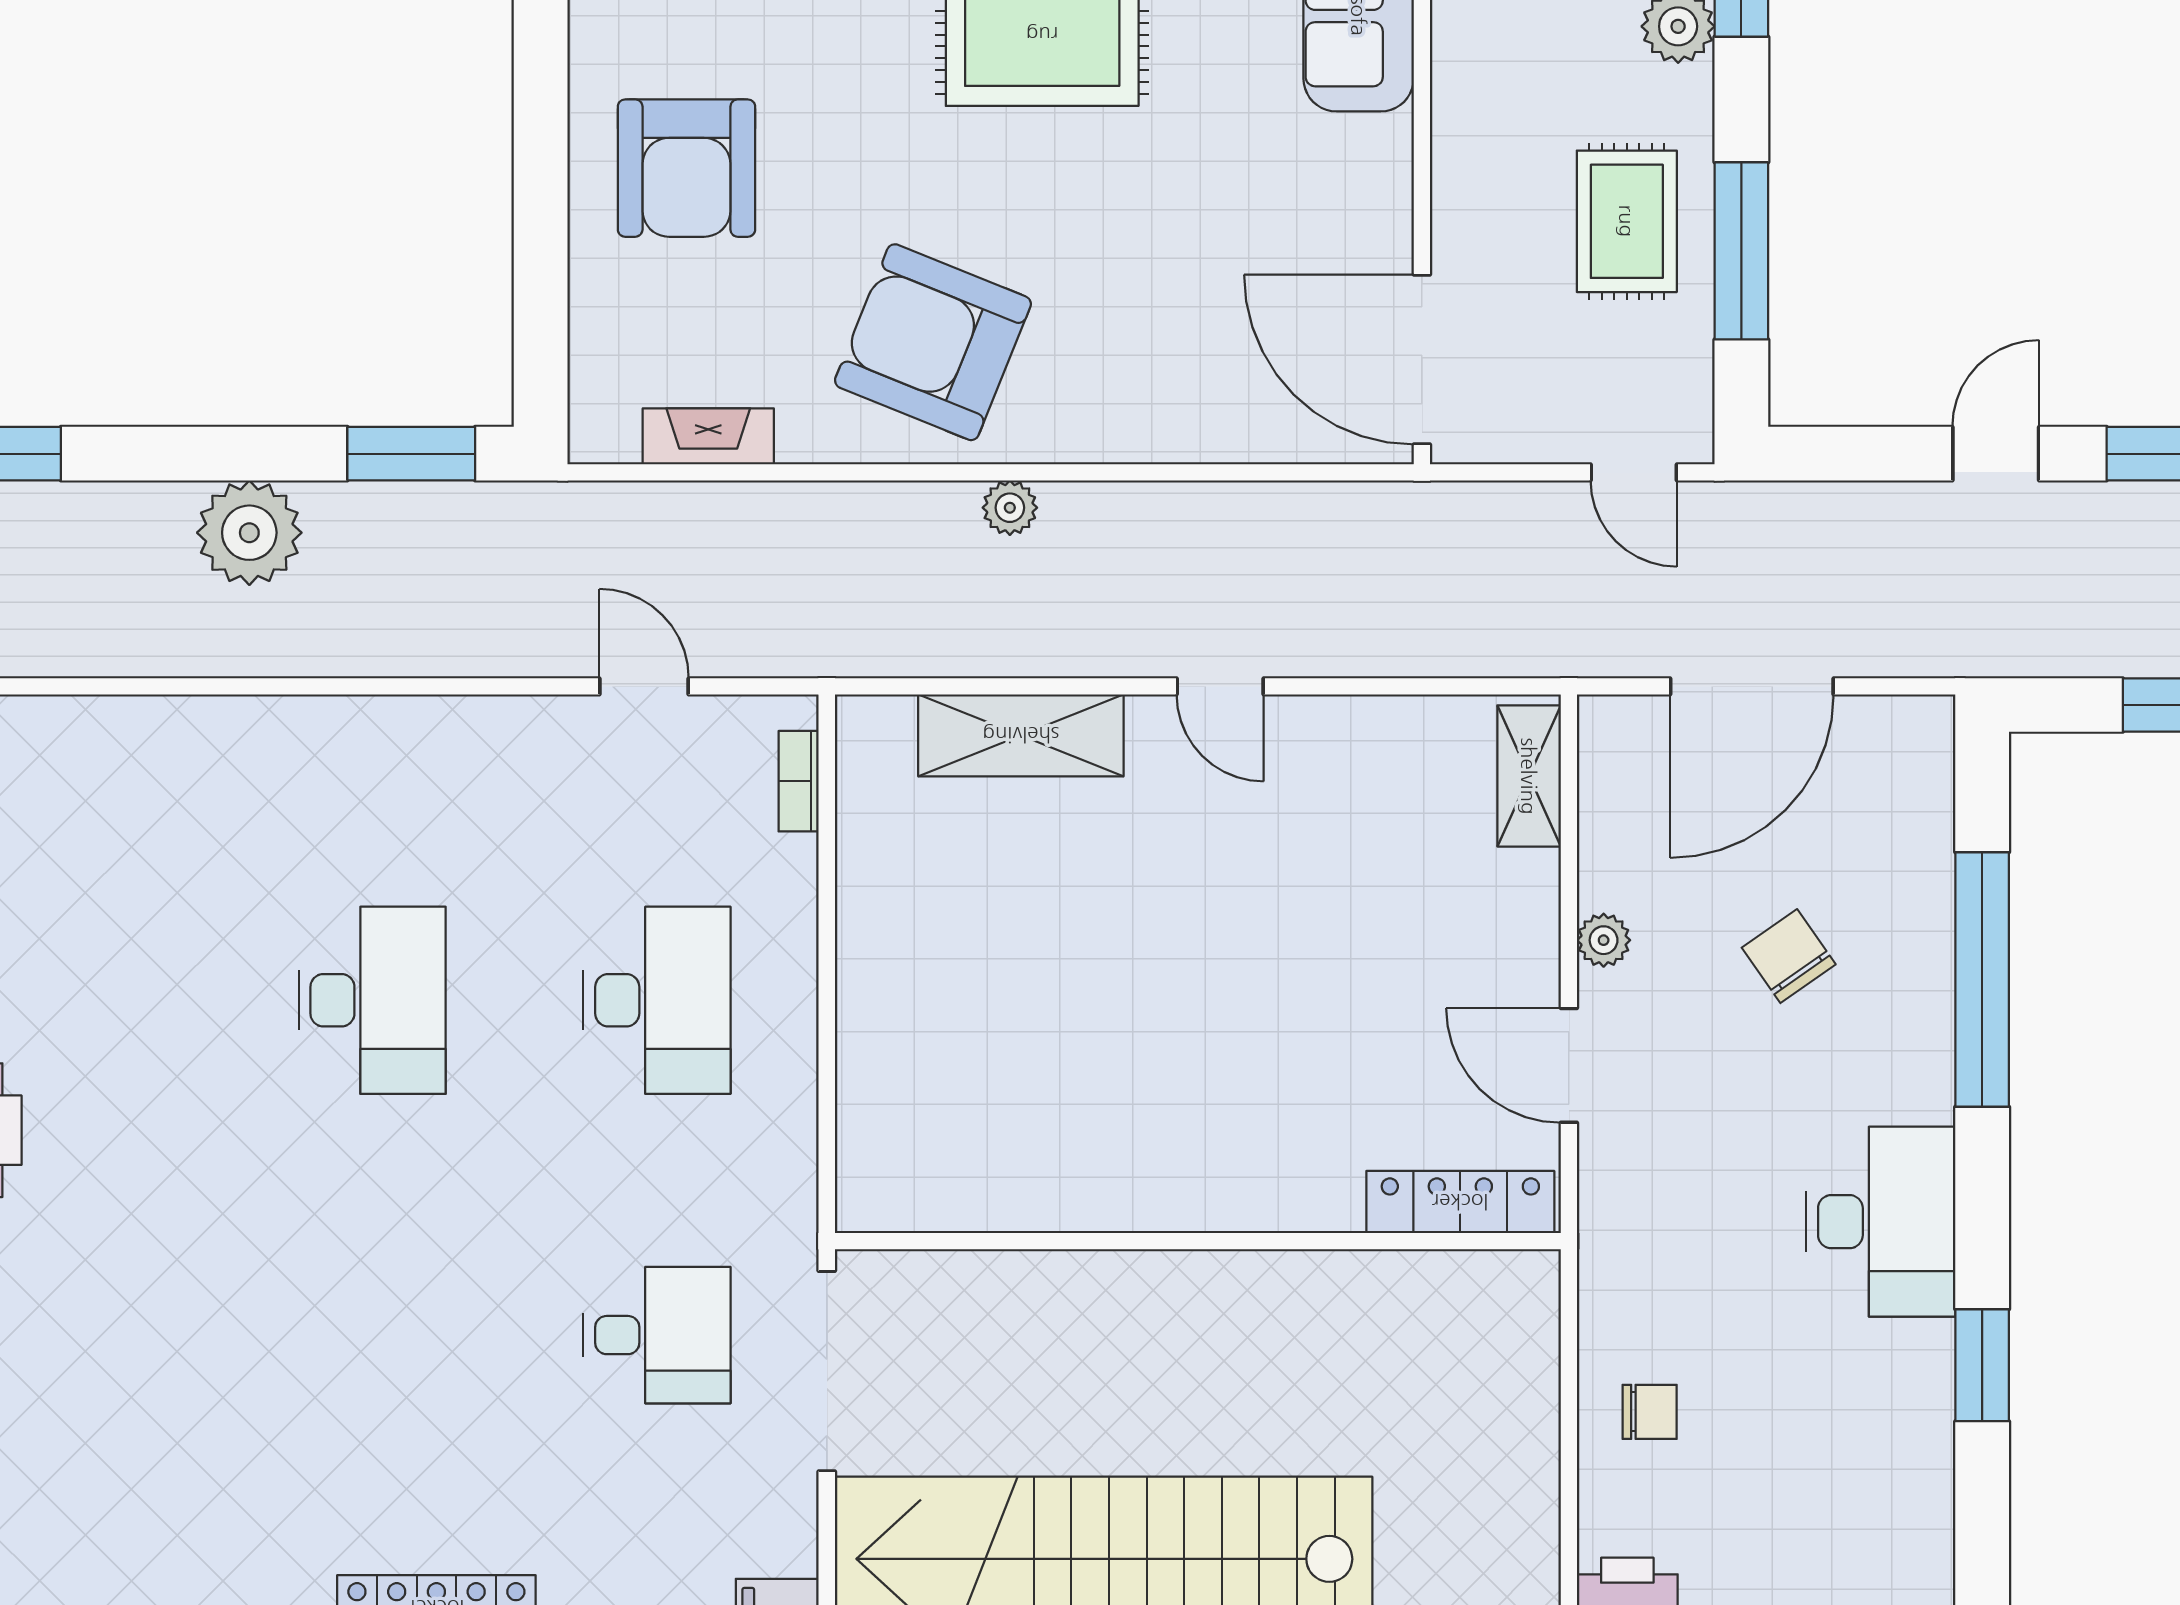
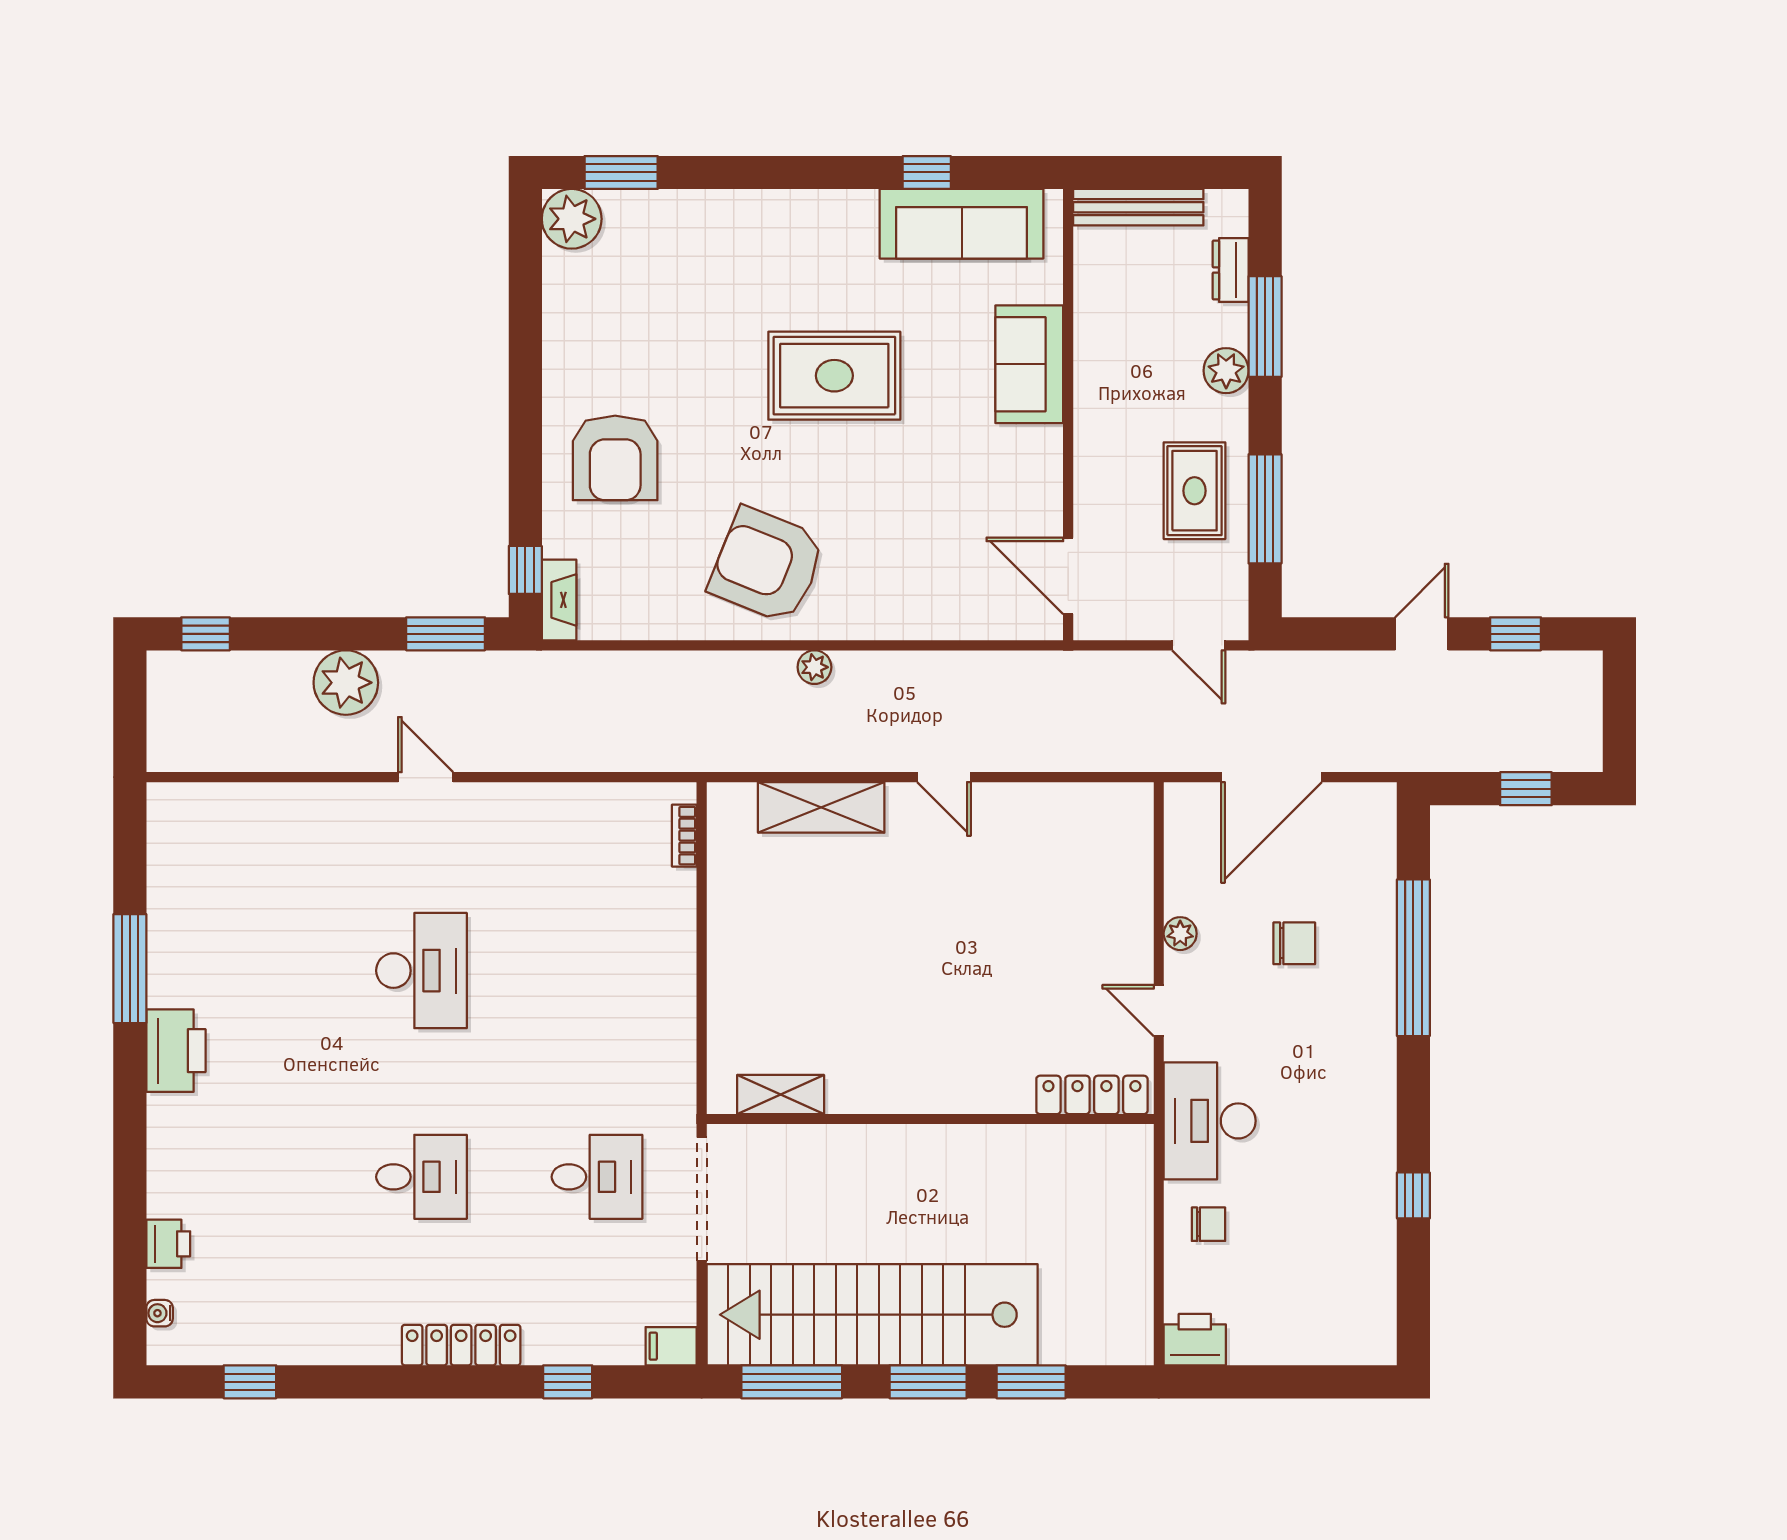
window: (541, 350) -> (525, 570), added
door: (1422, 360) -> (1068, 576), width x0.73
fireplace: (708, 436) -> (559, 600), moved, turned 90
door: (644, 686) -> (426, 777), moved
shelving: (1529, 776) -> (781, 1095), moved, turned 90
chair: (1789, 956) -> (1294, 943), turned 125
desk: (657, 1000) -> (422, 1177), moved, width x0.73
door: (1569, 1065) -> (1159, 1011), width x0.73
desk: (1881, 1222) -> (1210, 1121), moved, turned 180
window: (1982, 1365) -> (1413, 1195), width x0.67

